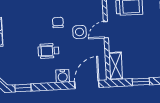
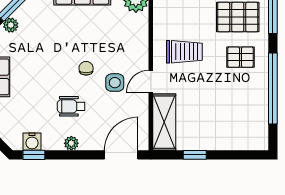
shelving: (116, 66) -> (164, 122), width x1.50, depth x1.33
water cooler: (63, 76) -> (32, 142), moved
plant: (50, 78) -> (71, 143), added

